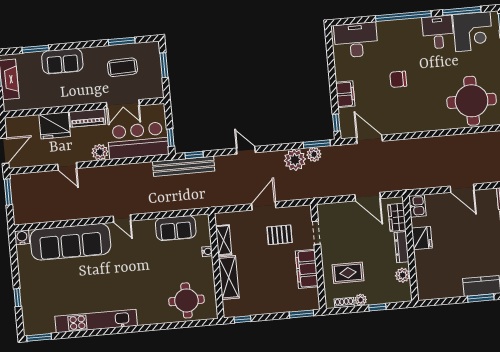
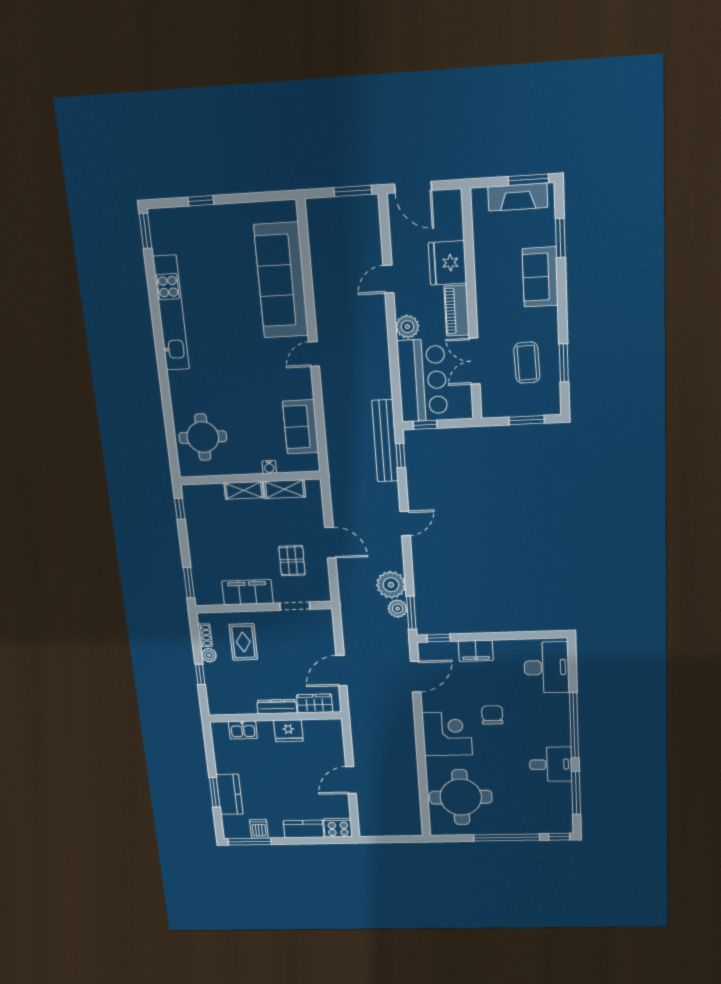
corner desk: (473, 32) -> (447, 734), moved, turned 180
kitchen sink: (417, 206) -> (243, 730), moved
water cooler: (22, 237) -> (287, 210), removed
plant: (403, 275) -> (241, 706), removed
shelving: (229, 278) -> (244, 490), width x0.67, depth x0.75

